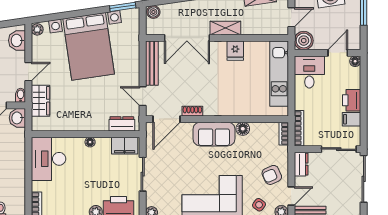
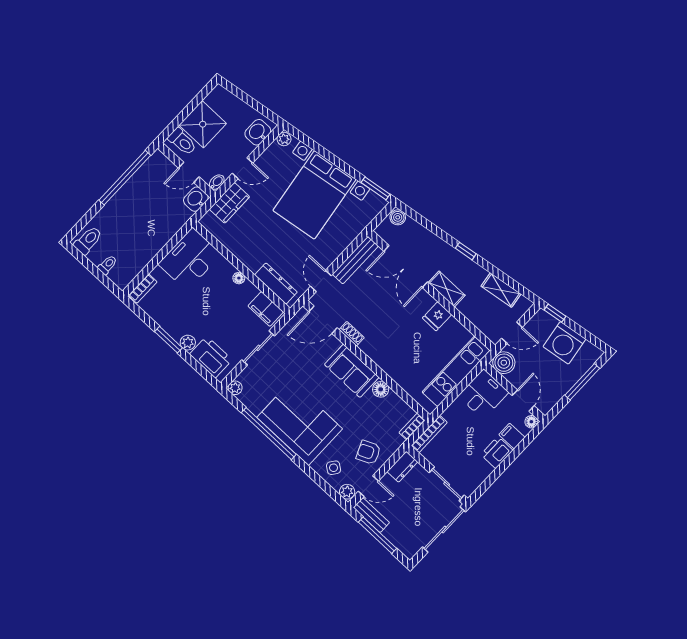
door: (338, 53) -> (523, 401), hinge flipped
filing cabinet: (351, 119) -> (512, 436), moved
dresser: (122, 124) -> (276, 284), width x1.44

